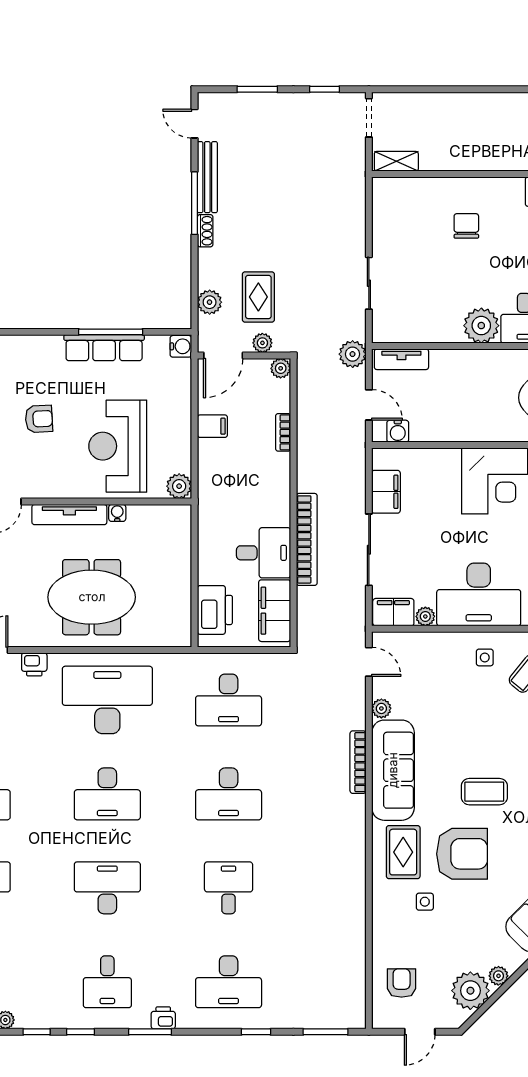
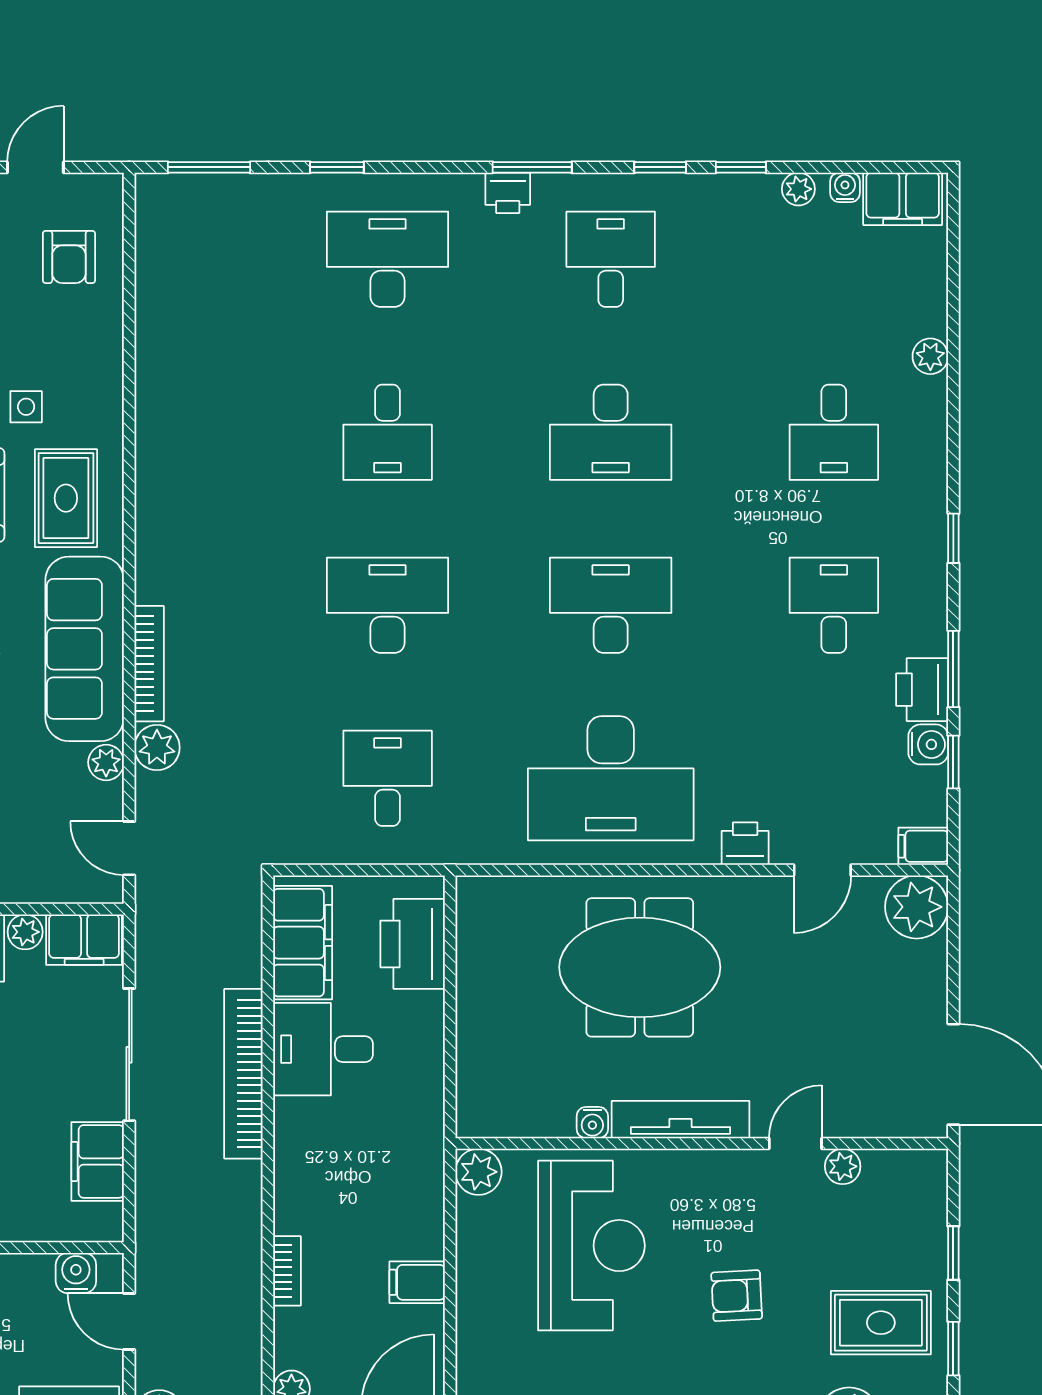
desk: (229, 700) -> (388, 778), width x0.73
plant: (354, 717) -> (157, 747), added

